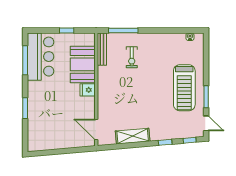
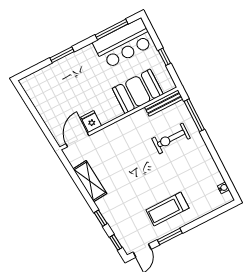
exercise bike: (132, 57) -> (171, 138), width x1.38, depth x1.39
treadmill: (184, 88) -> (167, 209), width x0.73, depth x0.73
fridge: (88, 90) -> (91, 121), moved

